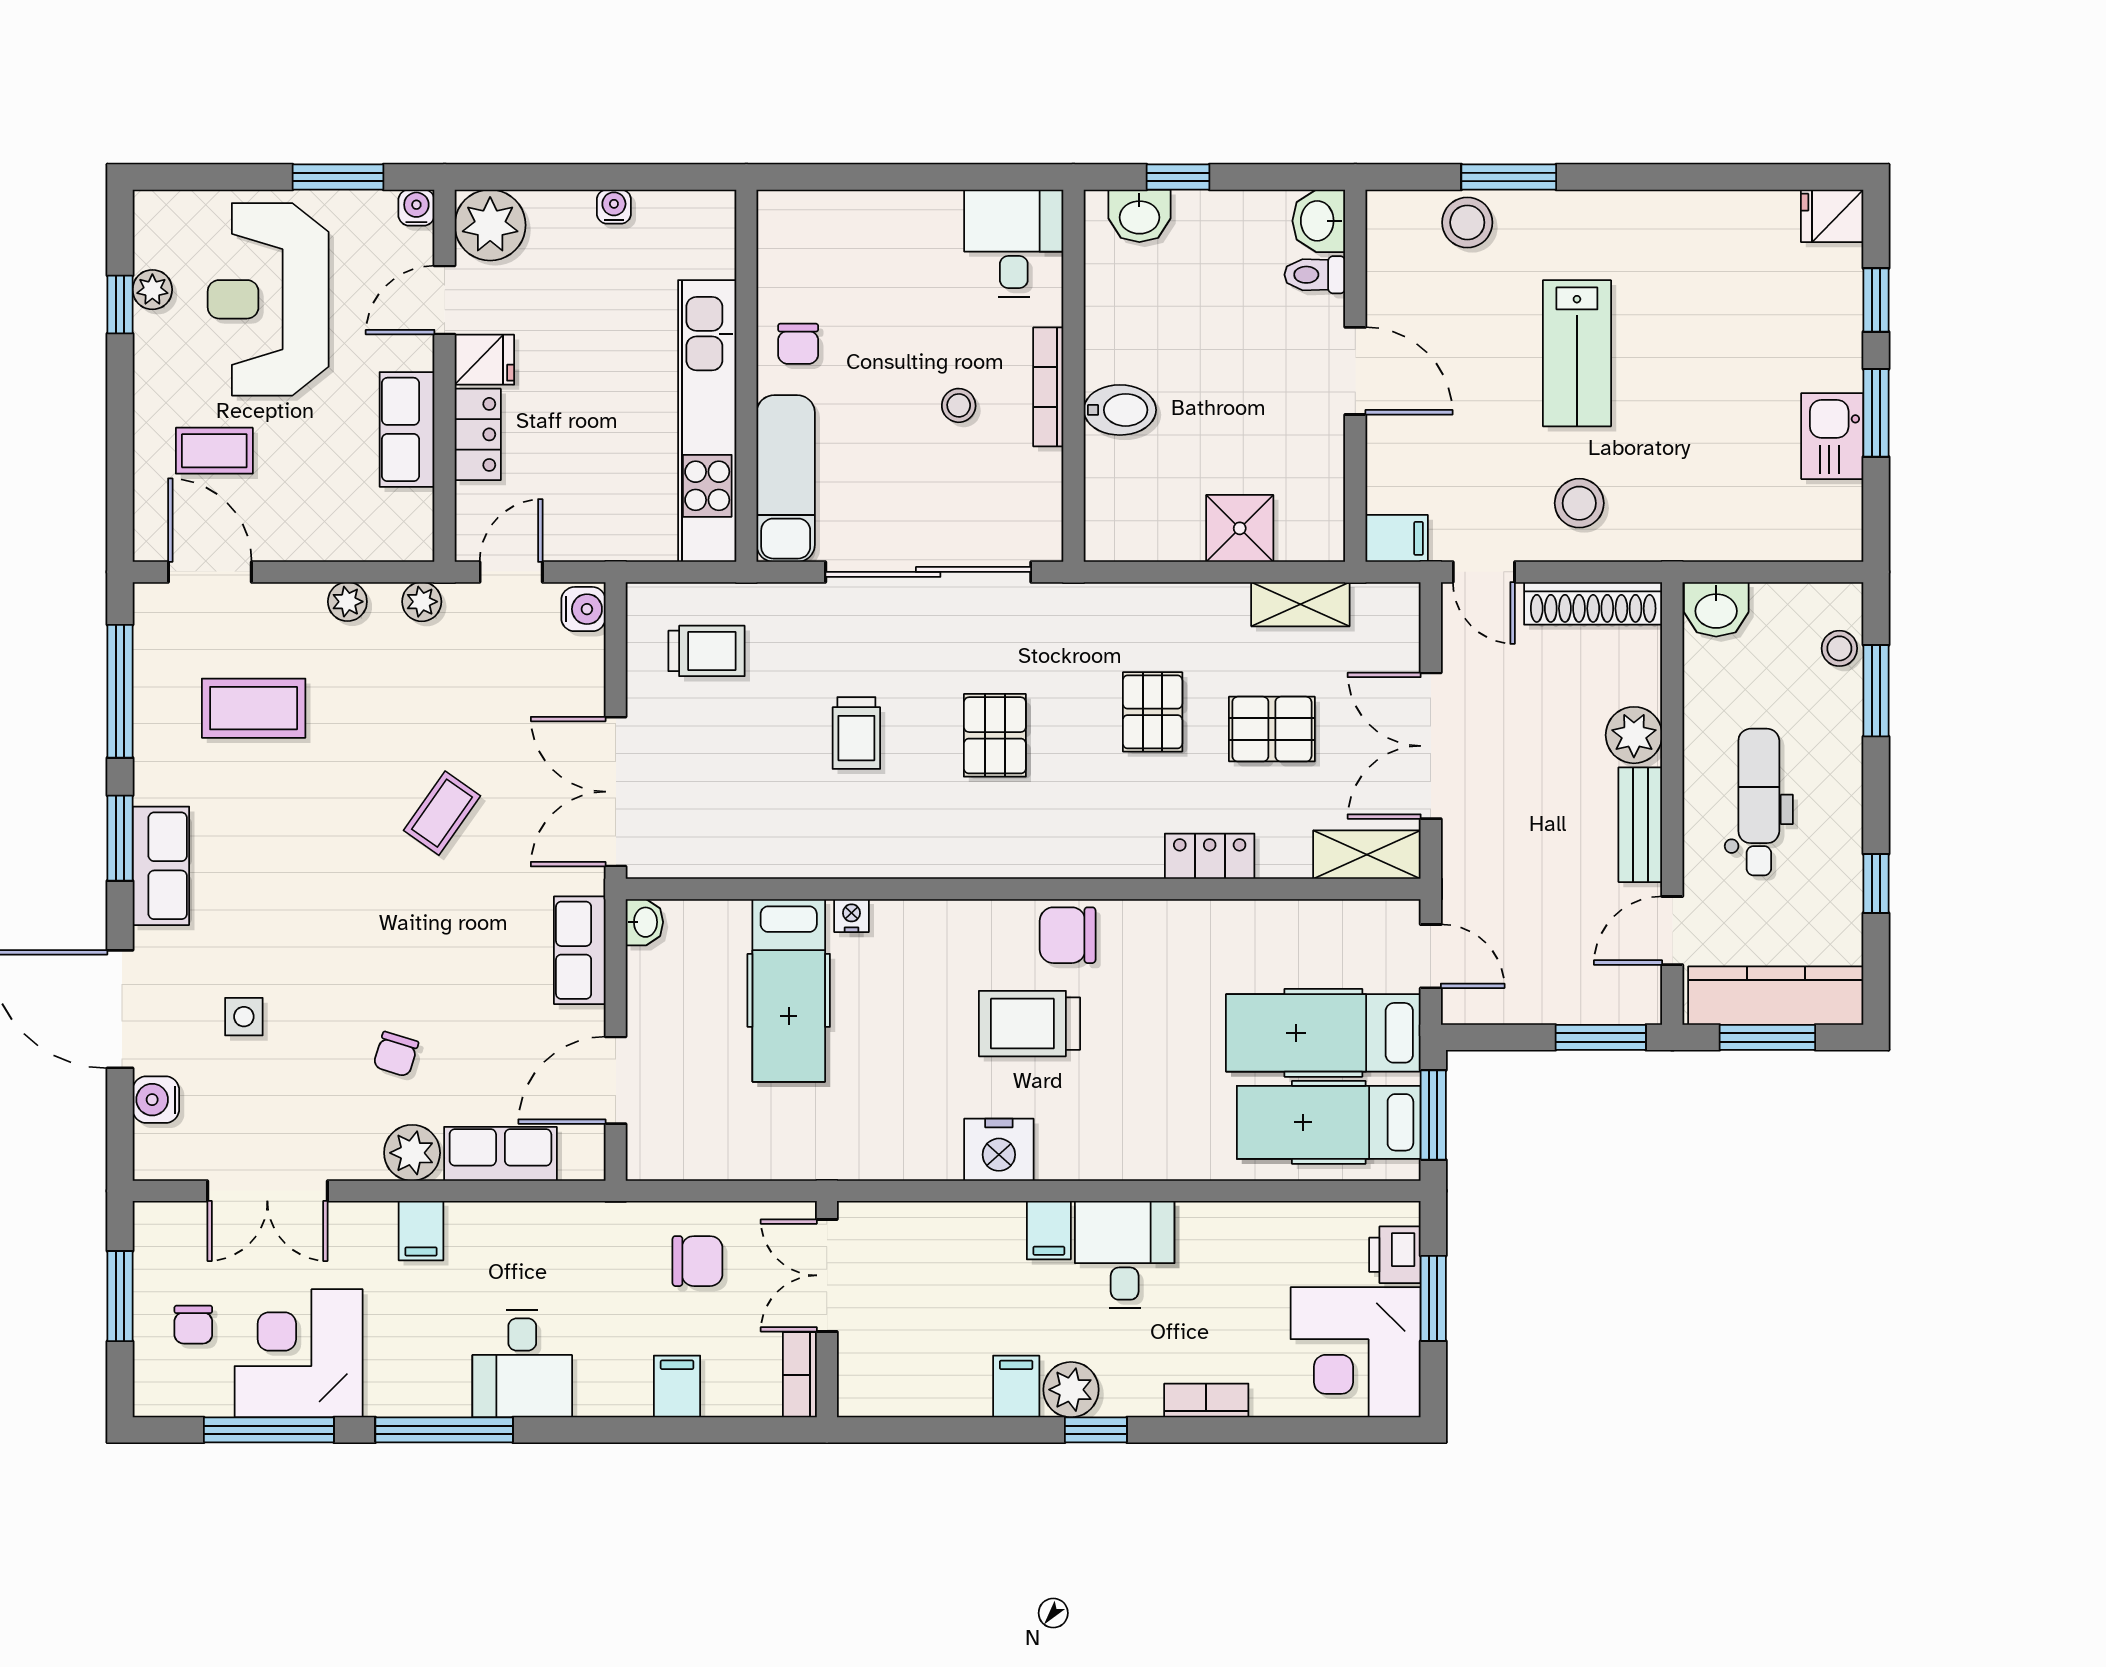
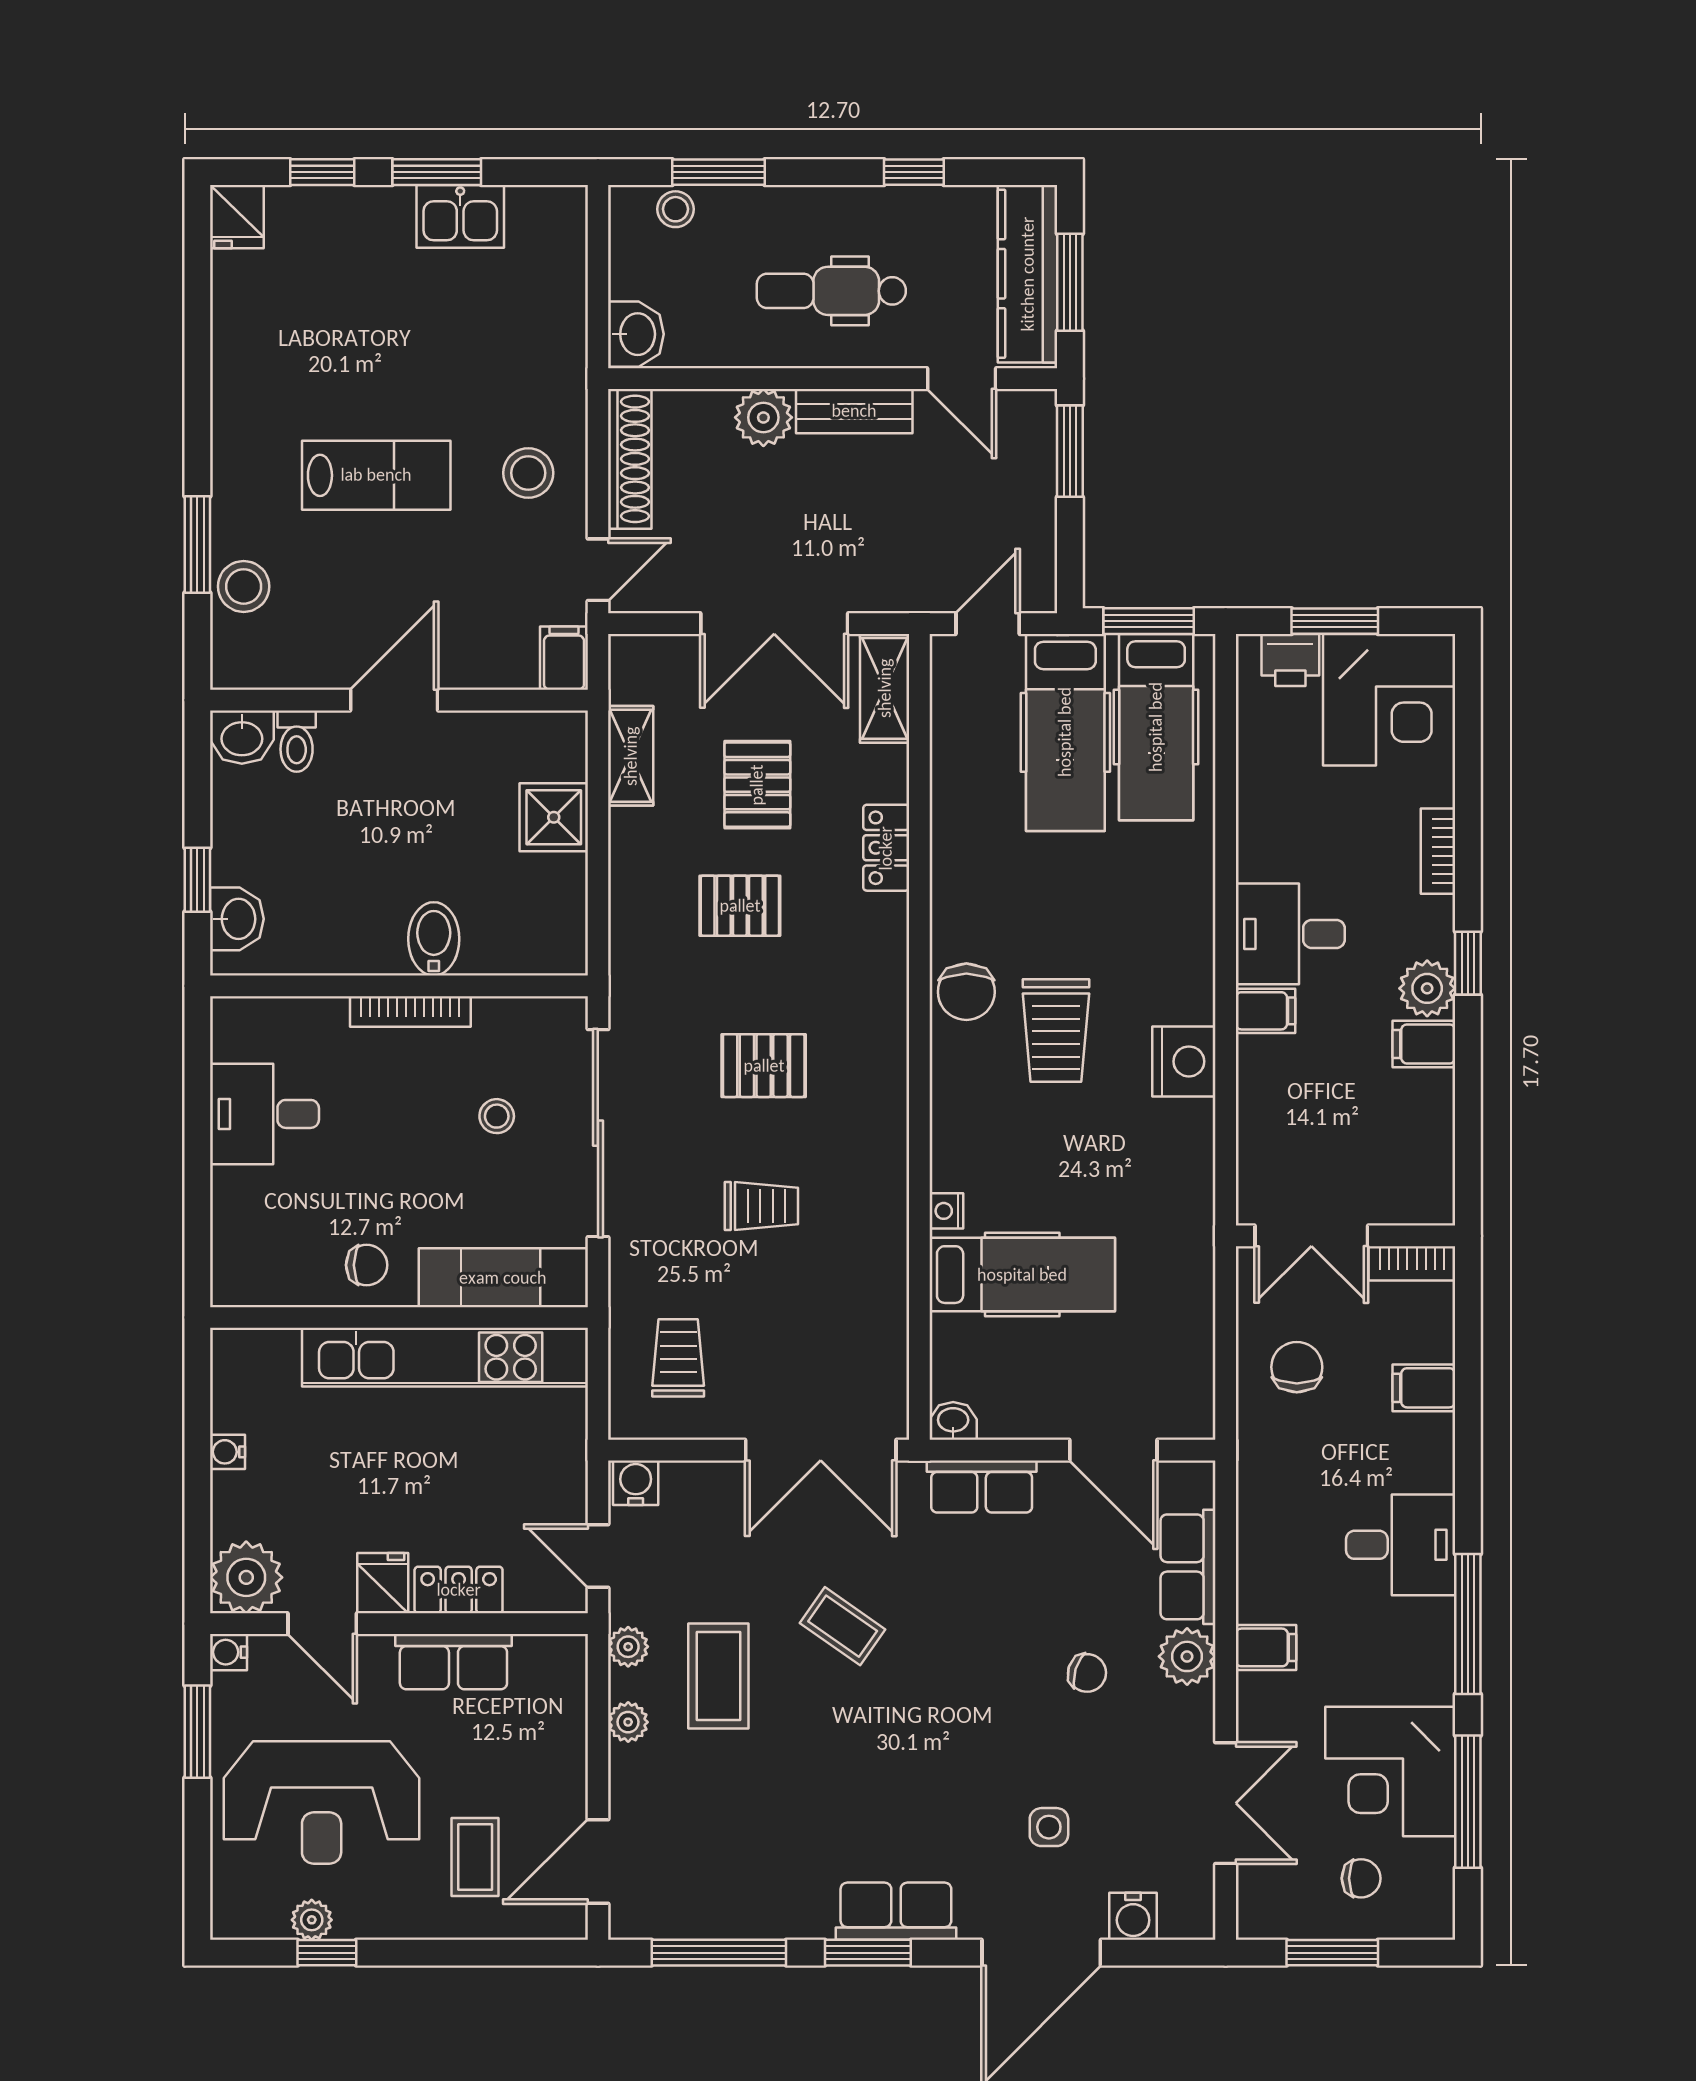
desk: (1014, 243) -> (265, 1114), moved
stool: (959, 405) -> (497, 1116), moved
coffee table: (254, 708) -> (718, 1676), moved

